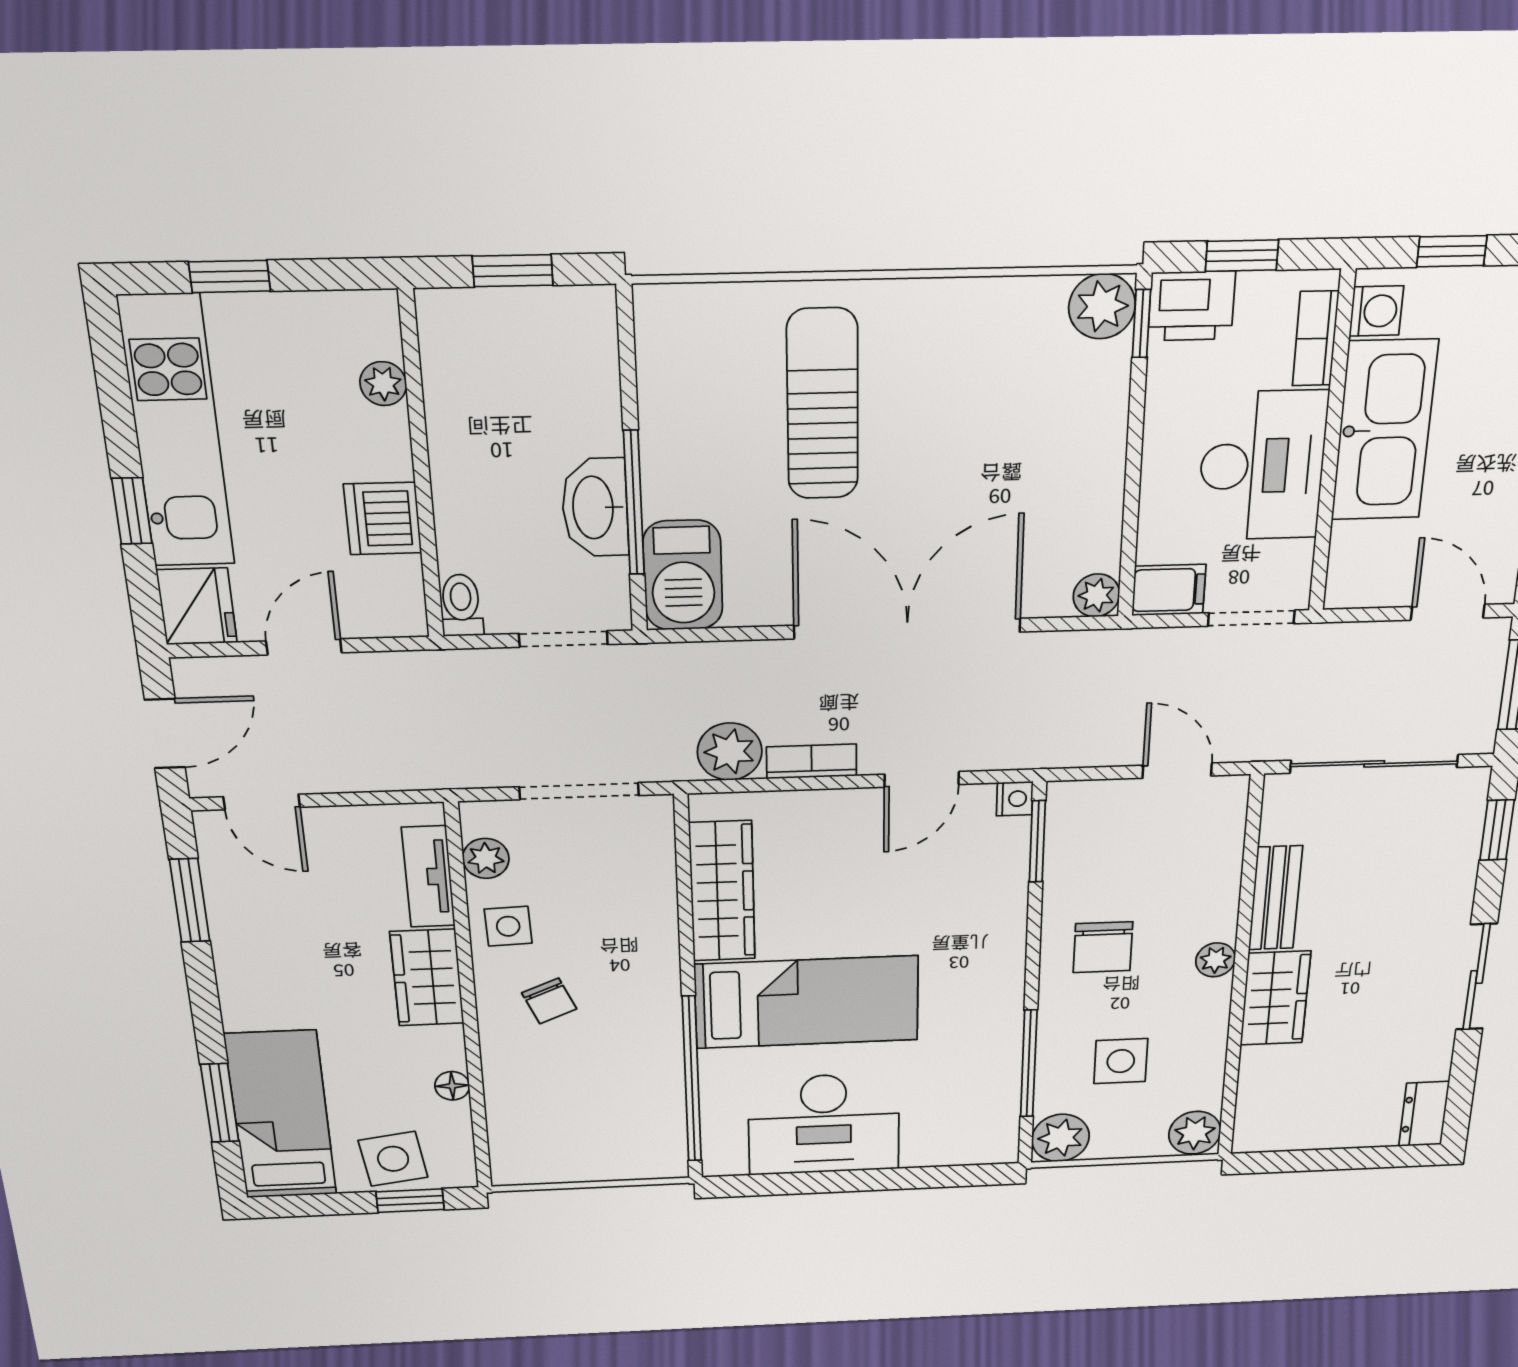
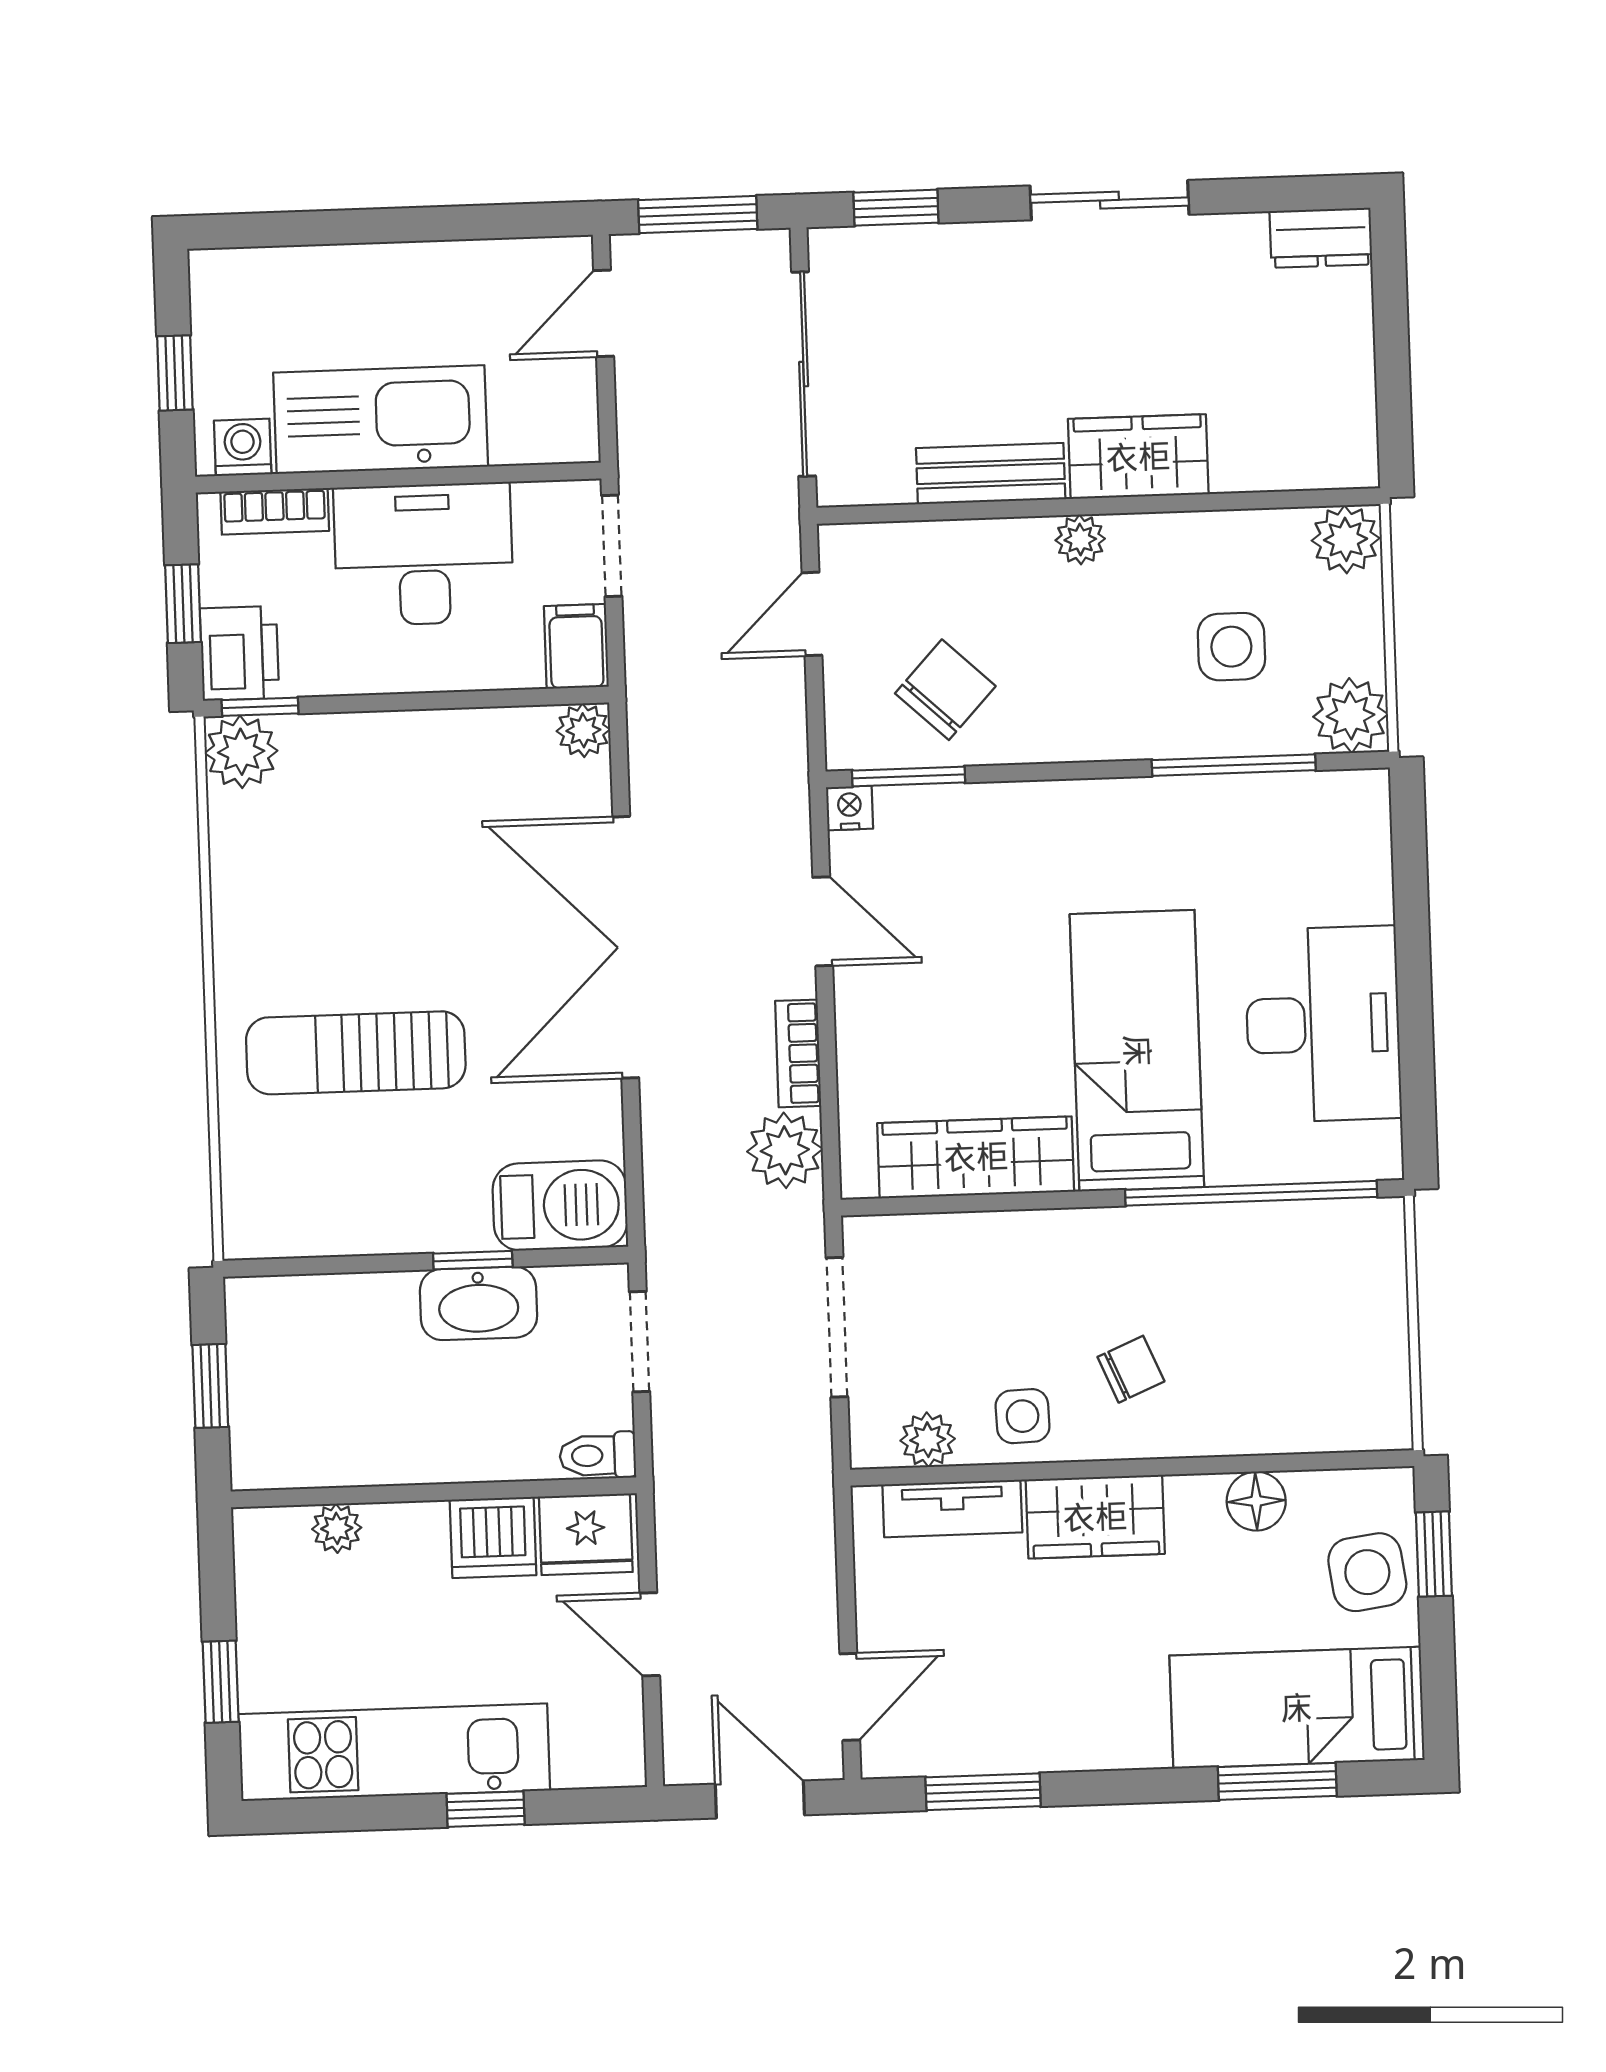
window: (634, 503) -> (473, 1260), width x0.46
fridge: (197, 606) -> (586, 1534), moved, turned 180
chair: (1103, 947) -> (945, 690), moved, turned -47
floor lamp: (452, 1086) -> (1256, 1501), width x1.37, depth x1.37

